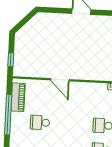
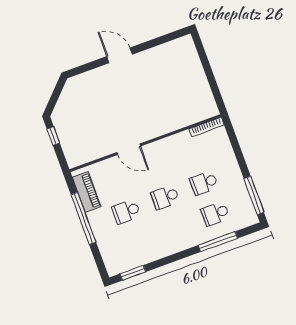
window: (11, 60) -> (53, 136), moved
school desk: (71, 124) -> (165, 197), added

